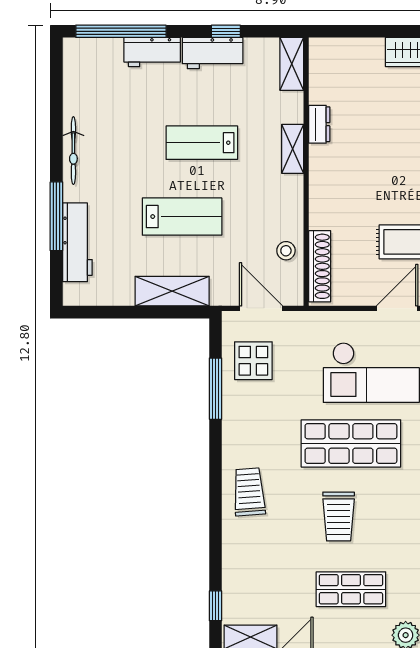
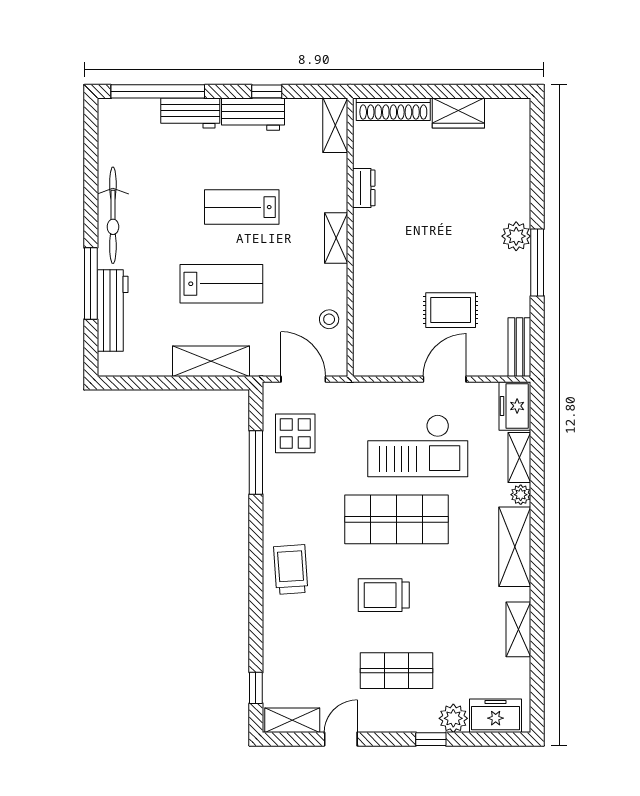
shelving: (293, 149) -> (336, 238), moved
bicycle: (73, 151) -> (113, 215), width x1.37, depth x1.40
shoe rack: (320, 266) -> (393, 109), moved, turned 90
trolley: (339, 516) -> (384, 595), turned 90

